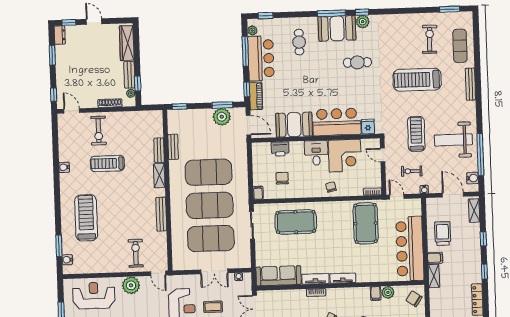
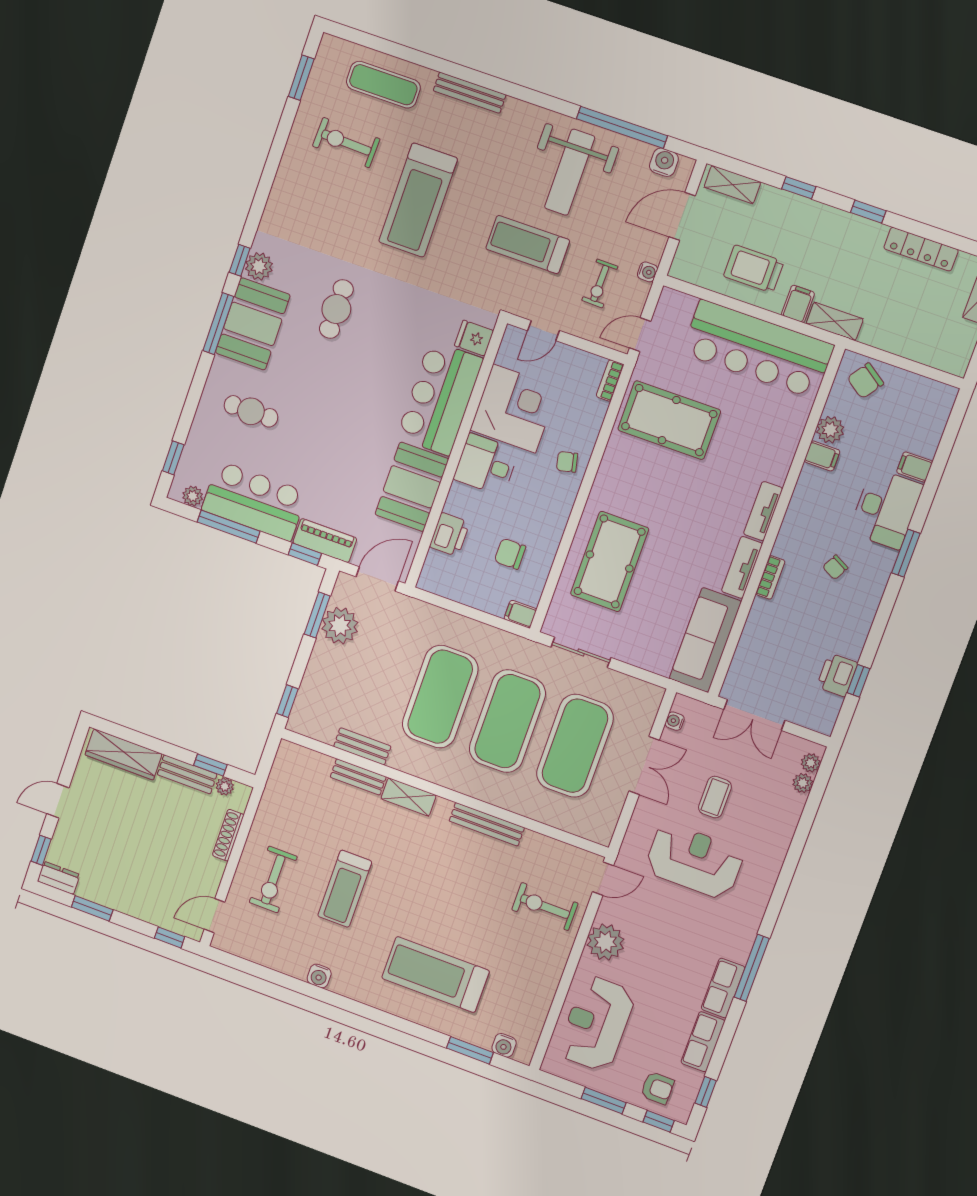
exercise bike: (98, 131) -> (273, 880), turned 90

